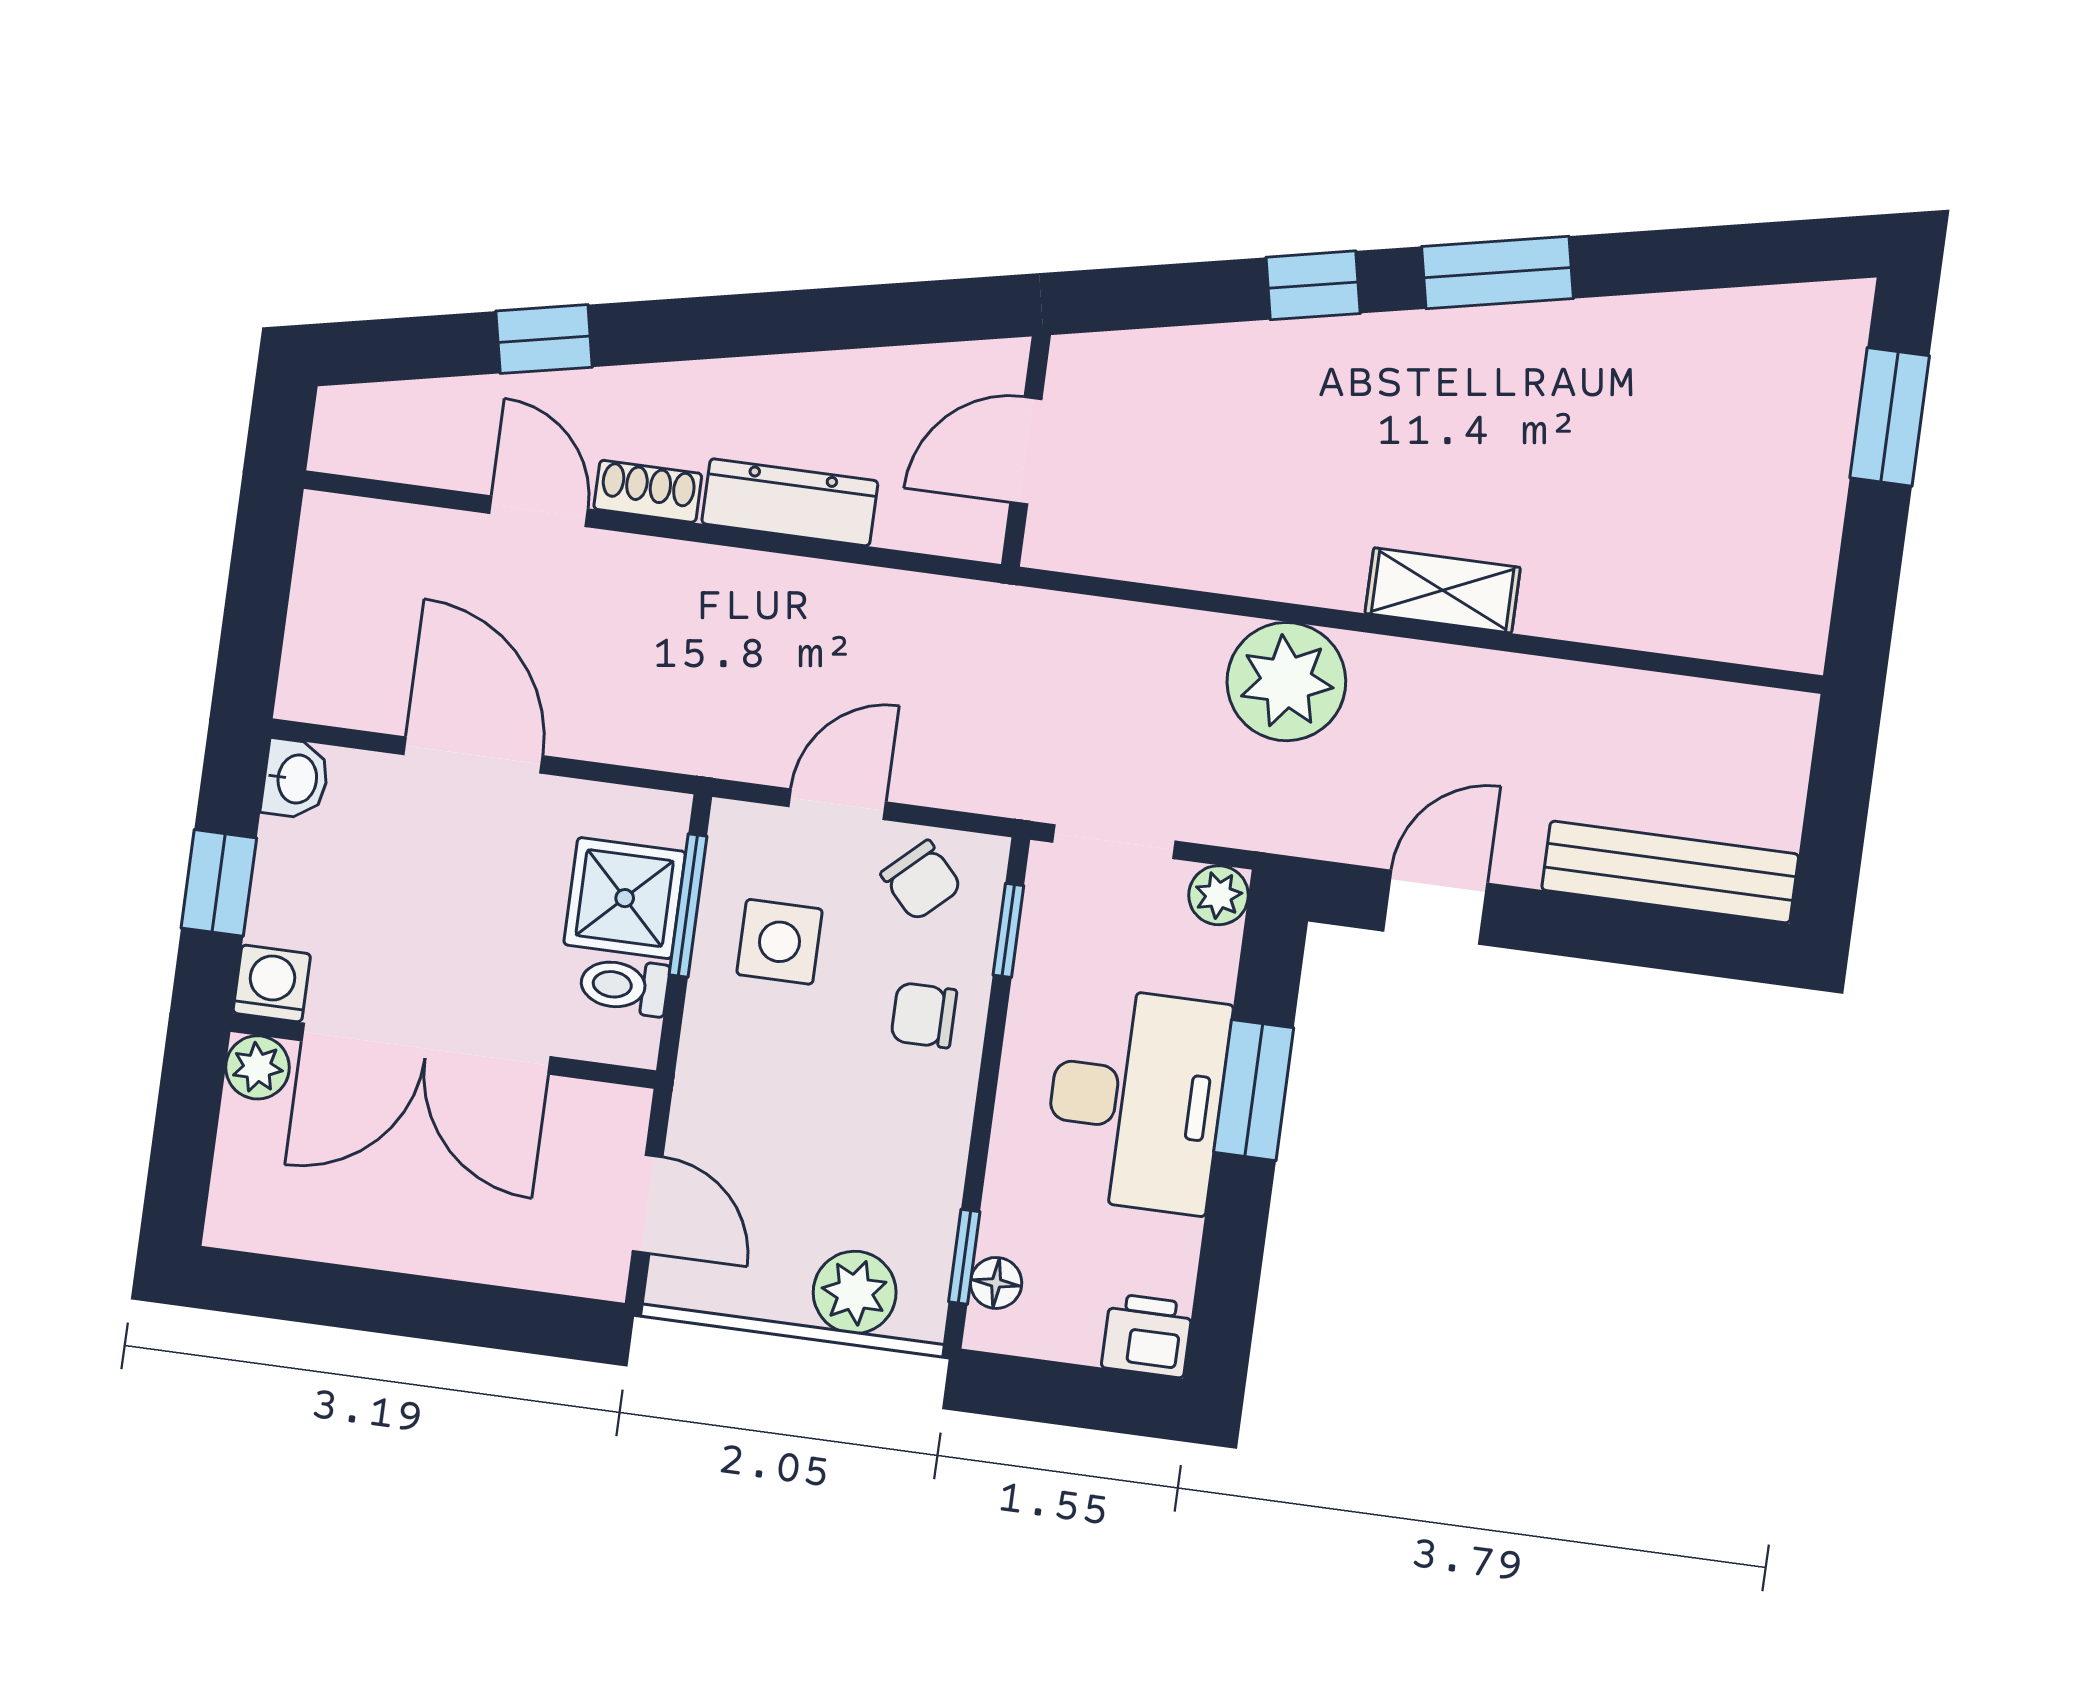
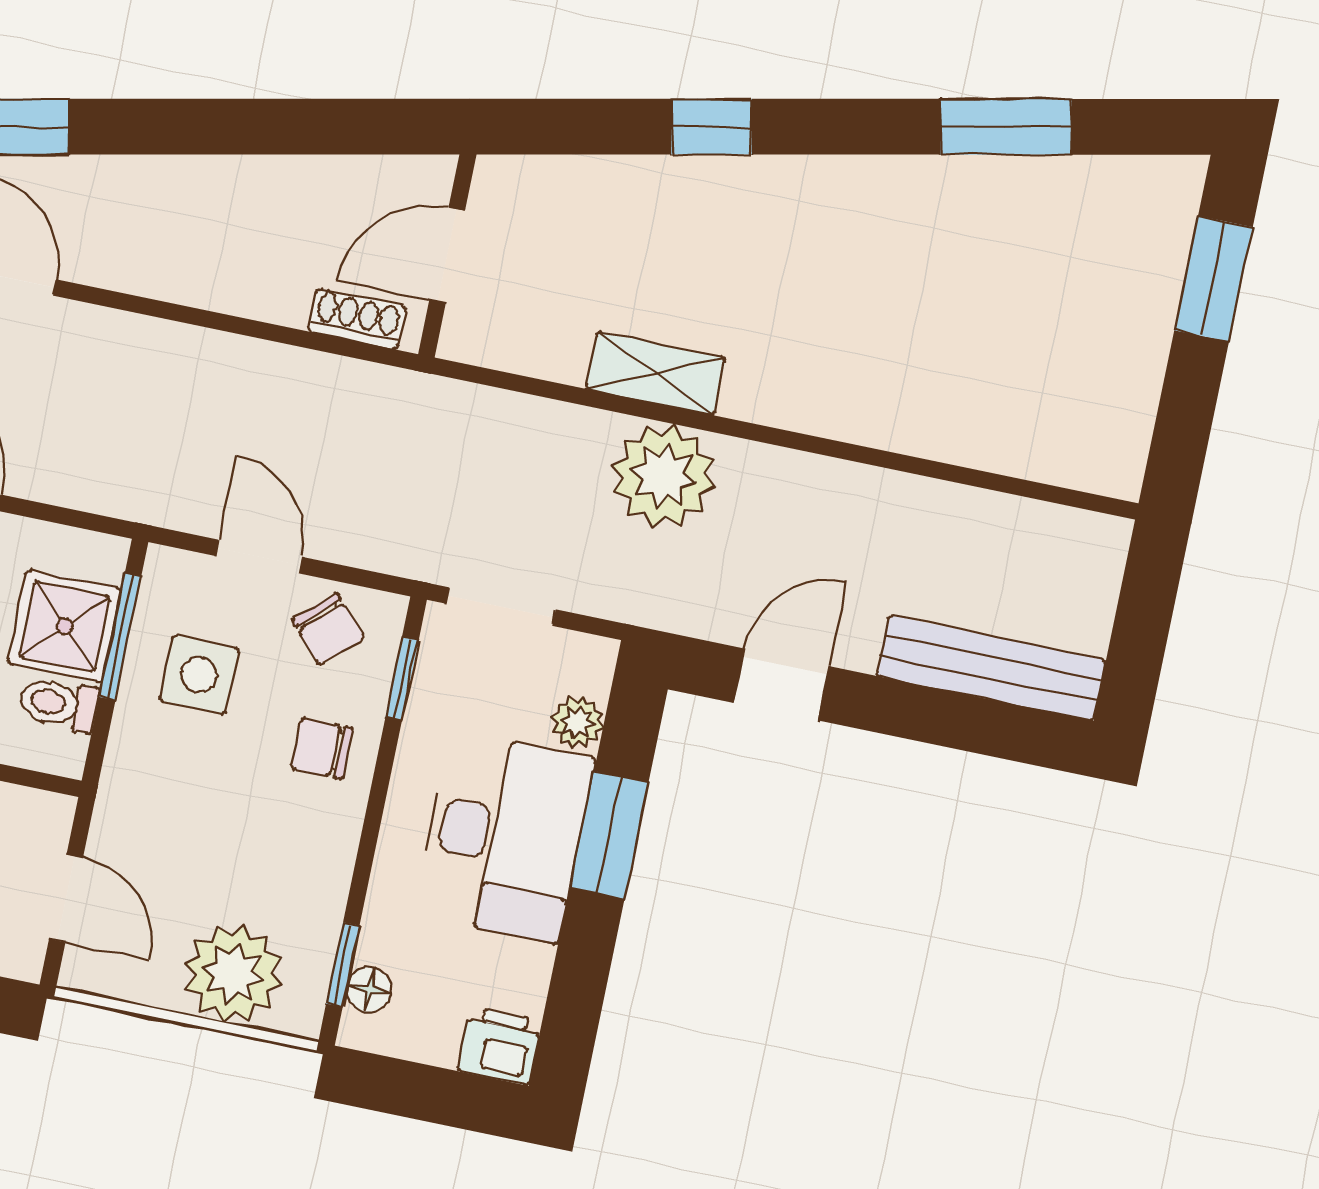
window: (1498, 272) -> (1006, 127), moved
shoe rack: (648, 491) -> (357, 319), moved
dresser: (790, 502) -> (235, 286), removed
shelving: (1443, 590) -> (656, 373), moved
door: (837, 804) -> (258, 556), hinge flipped
plant: (1219, 895) -> (577, 722), moved
plant: (855, 1292) -> (233, 974), width x1.36, depth x1.36

